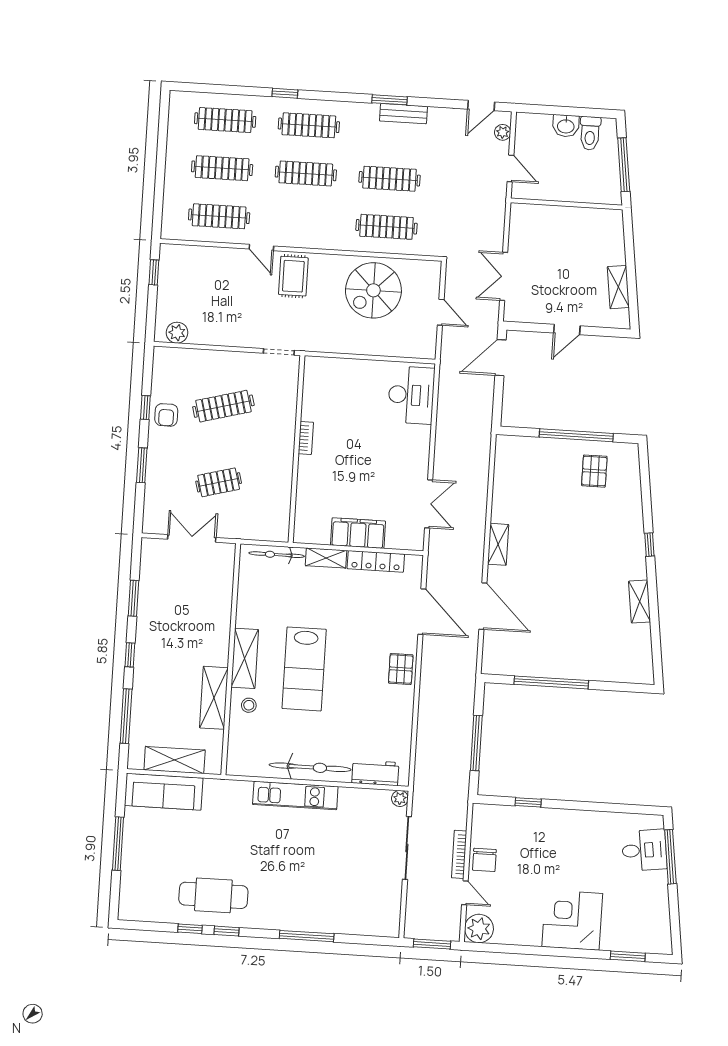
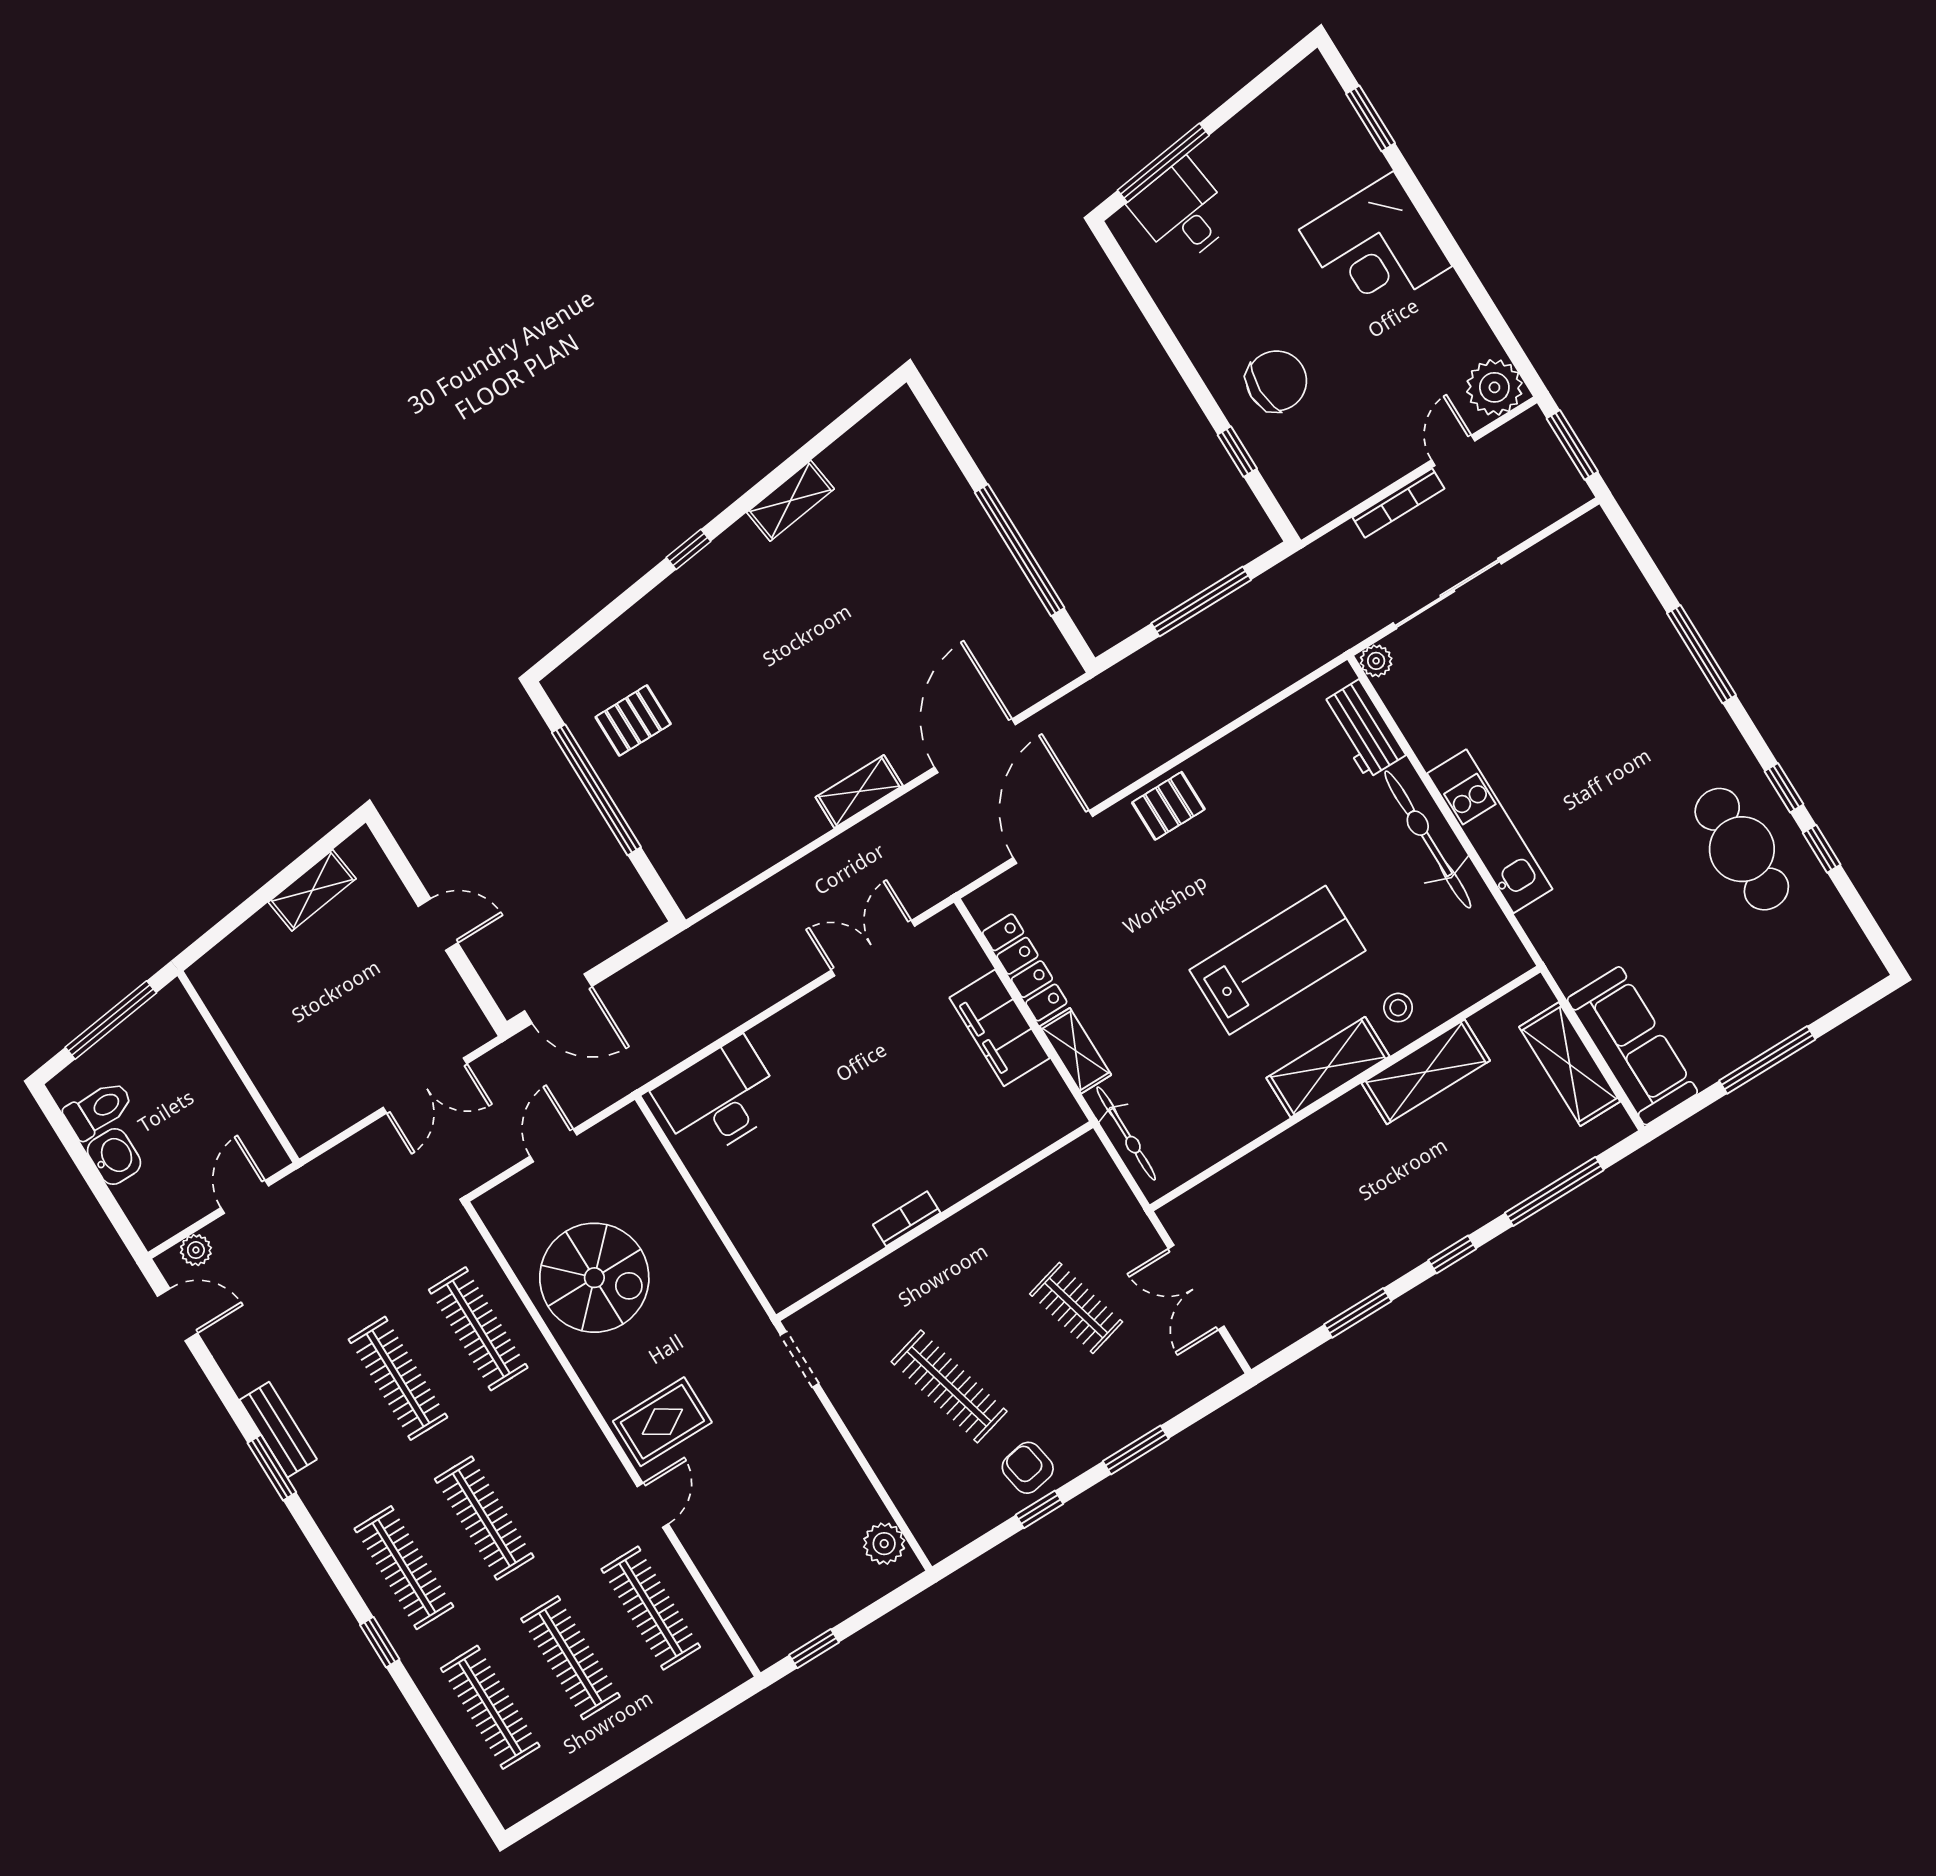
armchair: (166, 415) -> (1028, 1468), turned -100
chair: (484, 860) -> (1276, 381), moved, width x1.37, depth x1.37

